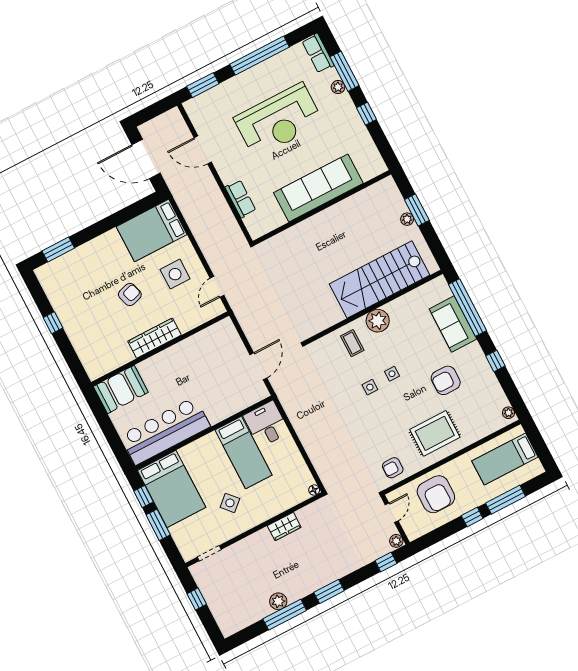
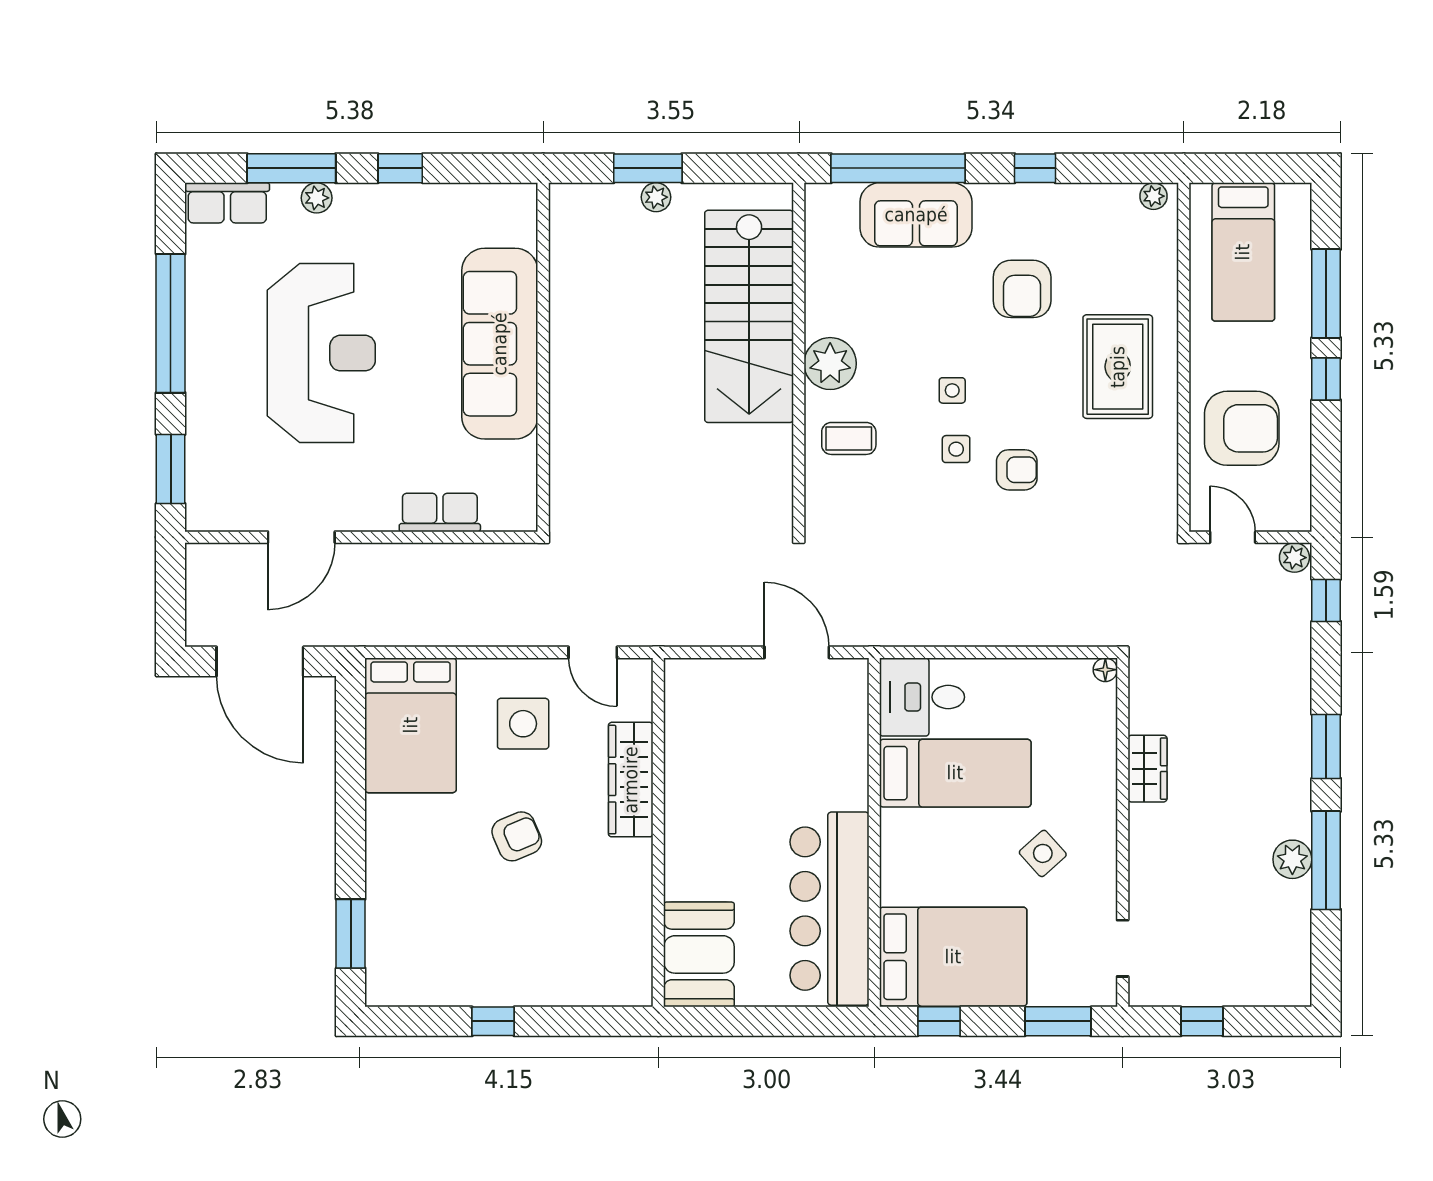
door: (146, 159) -> (260, 661), hinge flipped
armchair: (130, 294) -> (517, 836), turned 84
wardrobe: (155, 338) -> (631, 780), moved
armchair: (393, 468) -> (1017, 470), moved, turned -90
window: (158, 525) -> (1058, 1021), moved

